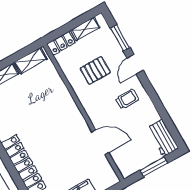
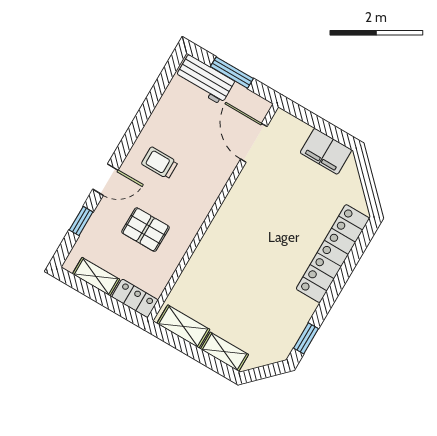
window: (120, 38) -> (81, 221), width x0.67
workbench: (163, 138) -> (205, 80), moved, turned 90
door: (100, 142) -> (254, 143), moved

